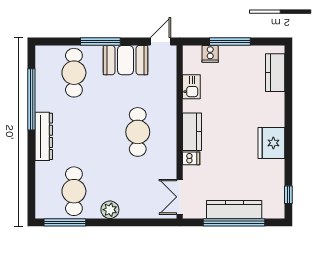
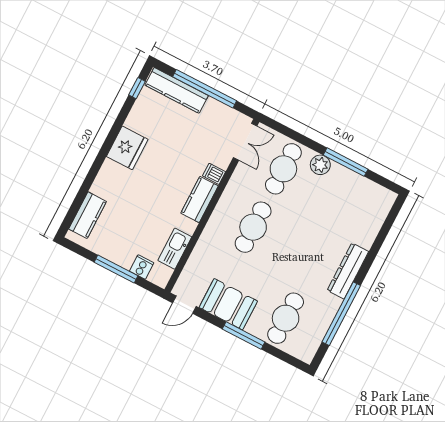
kitchen sink: (191, 87) -> (175, 249), width x1.38
cafe table: (74, 191) -> (283, 169), moved
kitchen counter: (234, 209) -> (177, 90), moved
window: (65, 222) -> (346, 162), moved

